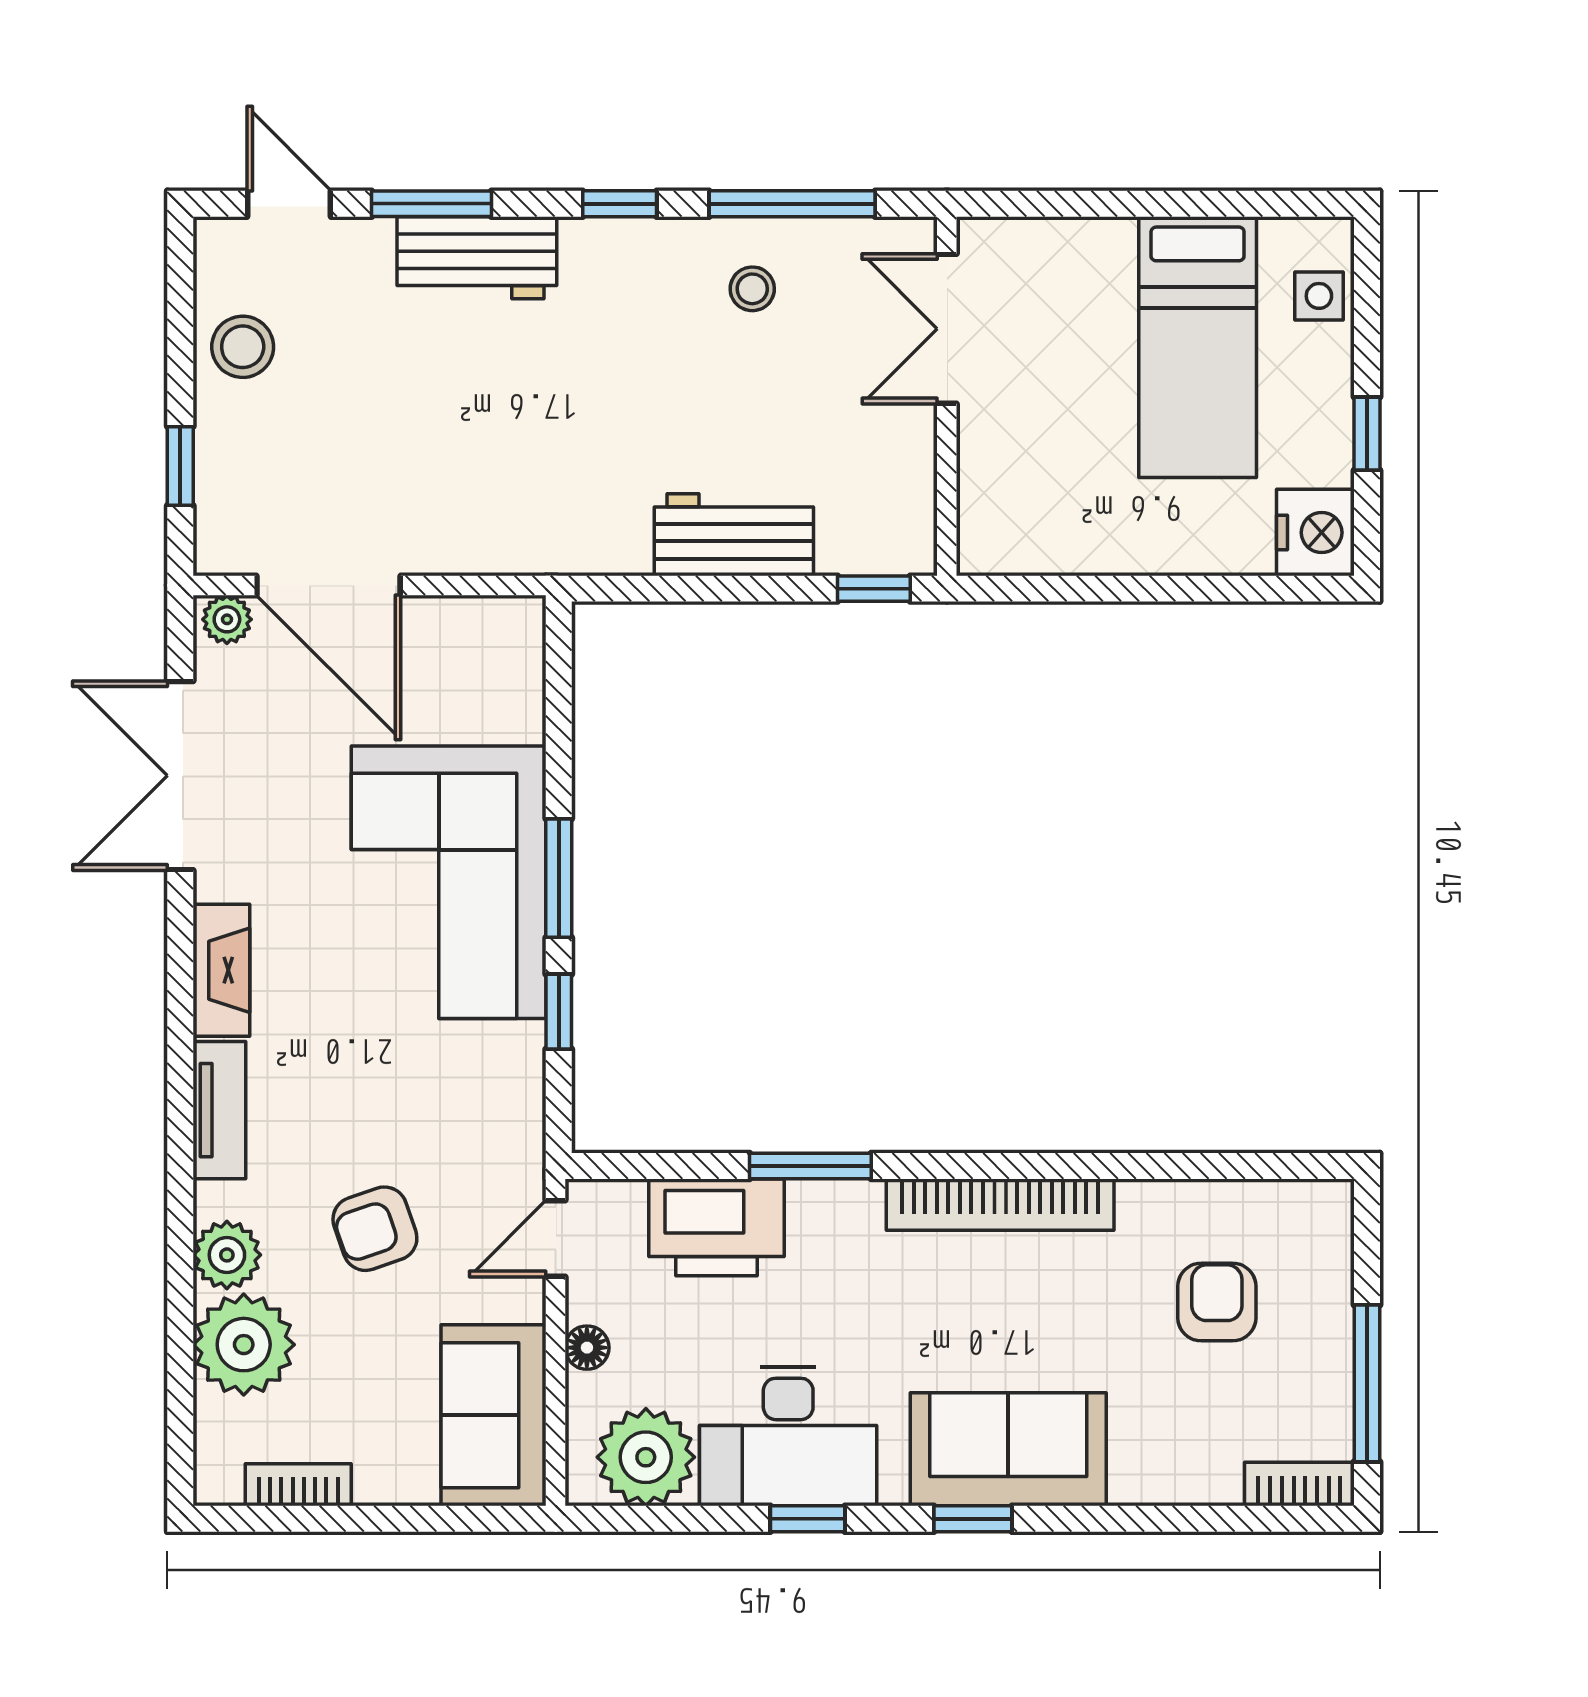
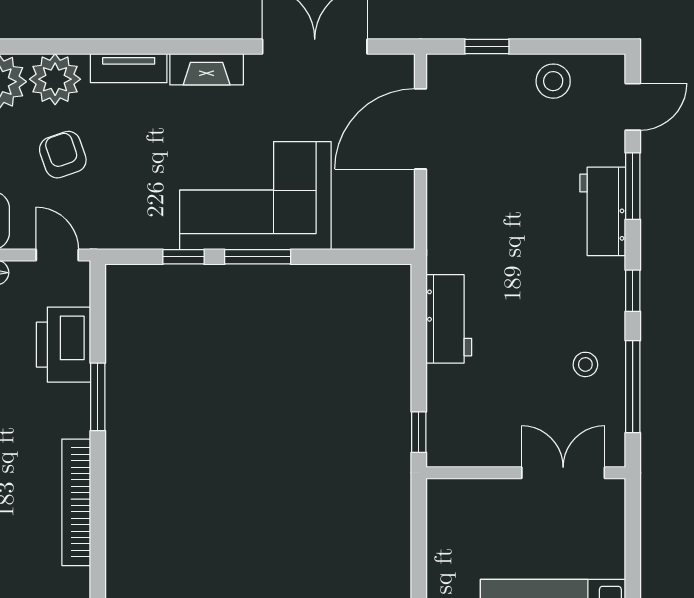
workbench: (734, 535) -> (449, 319), moved
plant: (227, 619) -> (402, 72), removed
plant: (227, 1255) -> (55, 79), width x1.36, depth x1.36

